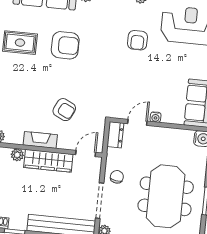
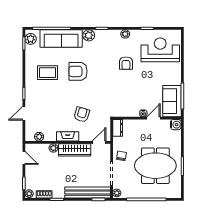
armchair: (65, 45) -> (78, 71), turned 180
armchair: (64, 110) -> (82, 115), turned -99
door: (137, 122) -> (154, 118), moved
meeting table: (166, 196) -> (155, 166), turned 90

